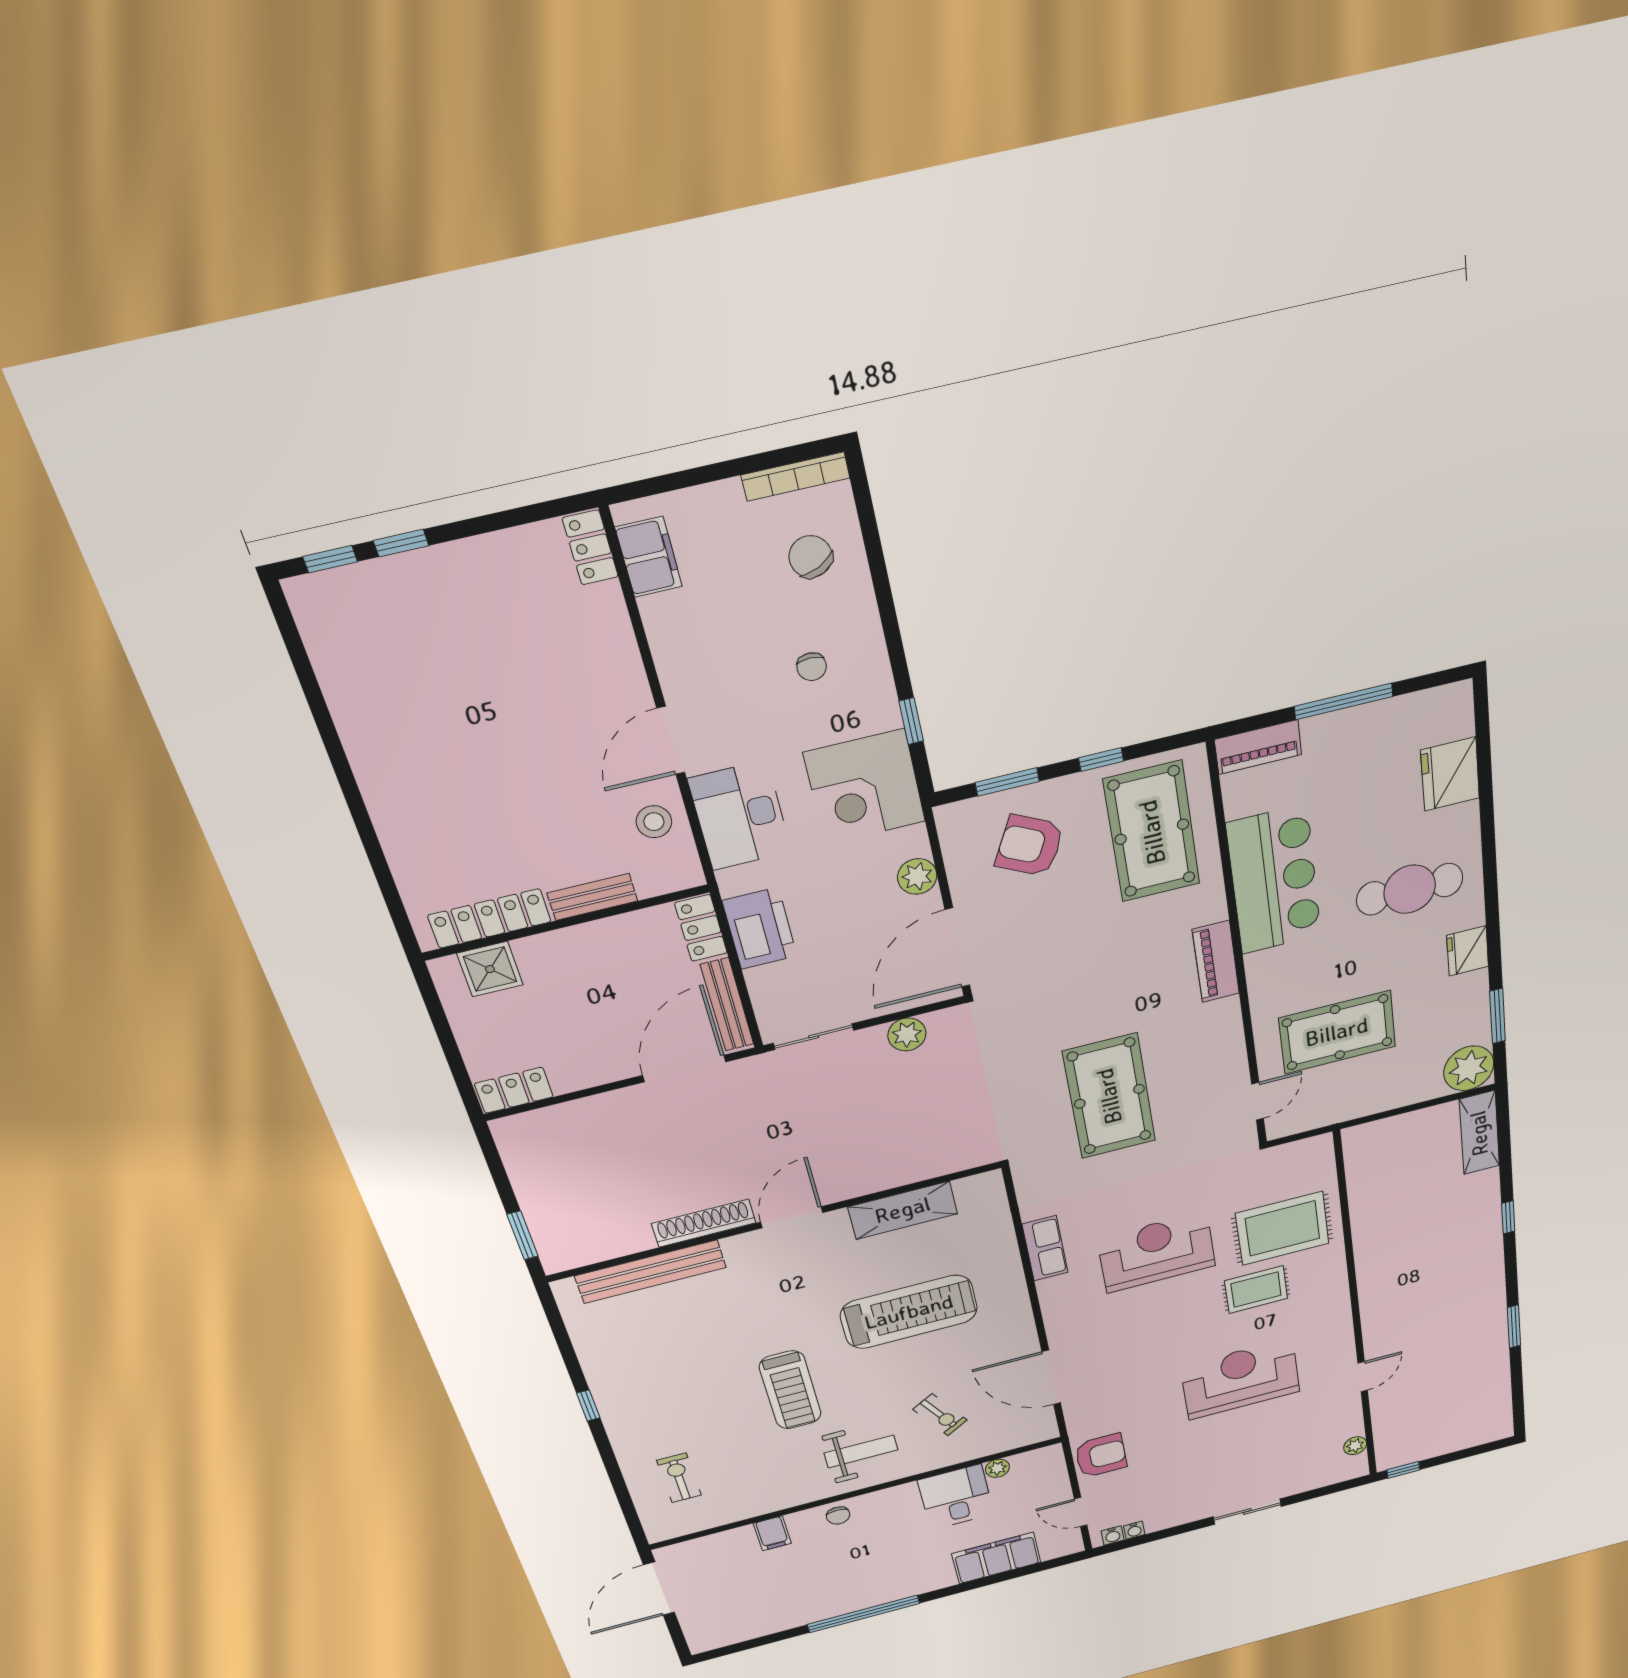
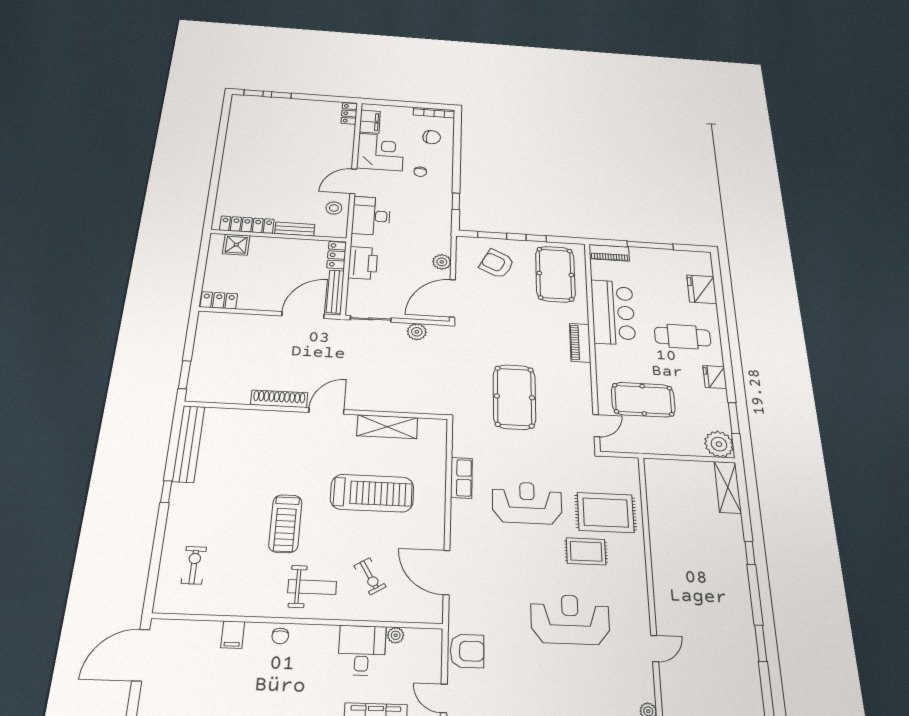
chair: (811, 557) -> (432, 137), turned 122
corner desk: (865, 787) -> (380, 152), moved, turned 180
bench: (651, 1272) -> (189, 444), moved, turned 90

